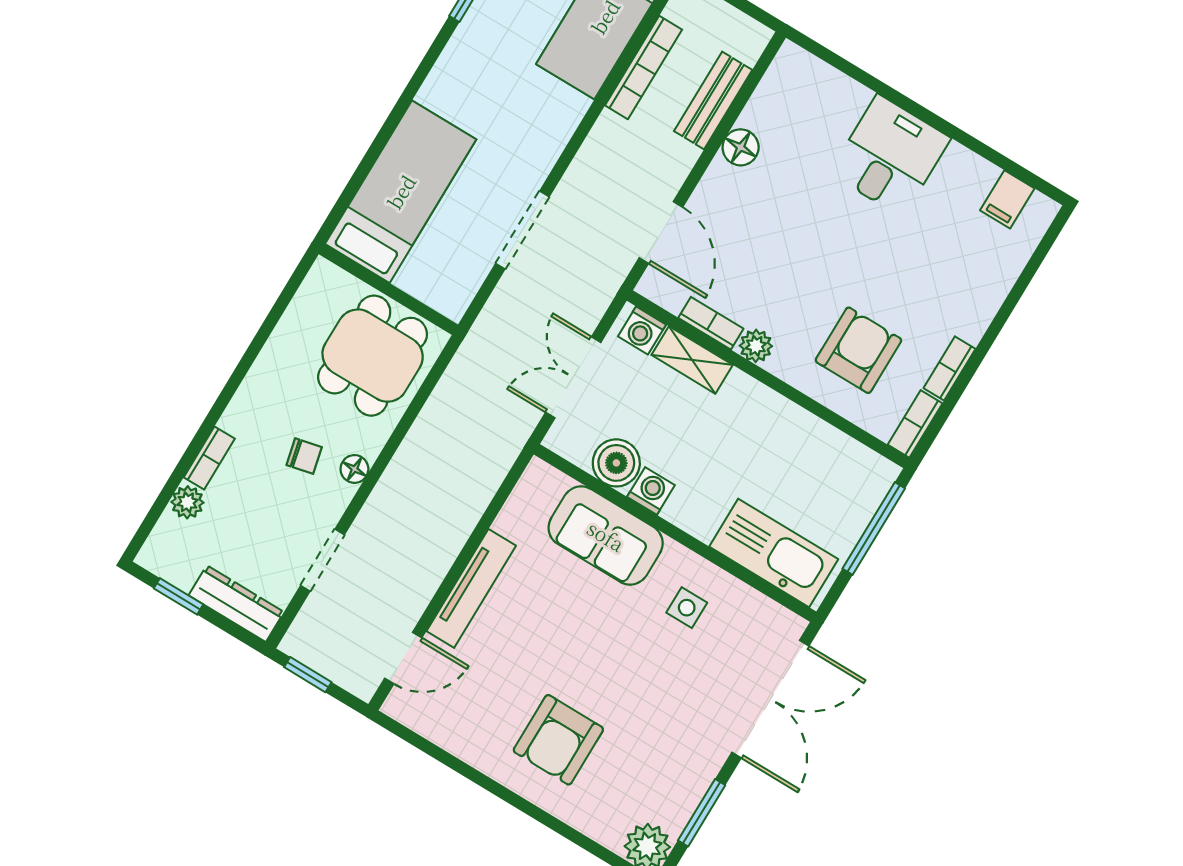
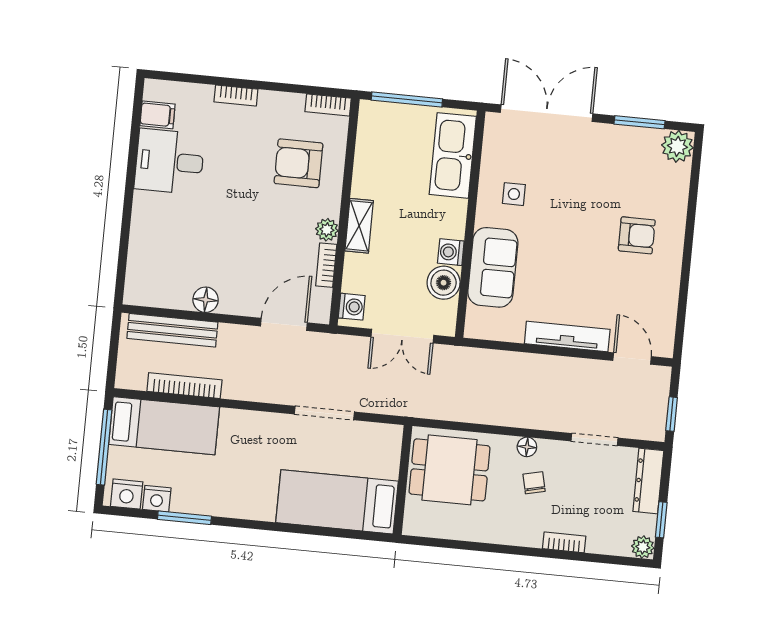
bench: (713, 100) -> (172, 330), width x1.36
desk: (890, 156) -> (169, 161), moved
shelving: (692, 360) -> (359, 226), moved
bookcase: (949, 368) -> (236, 95), moved
plant: (187, 502) -> (643, 547), moved
armchair: (558, 740) -> (637, 235), width x0.72, depth x0.72

